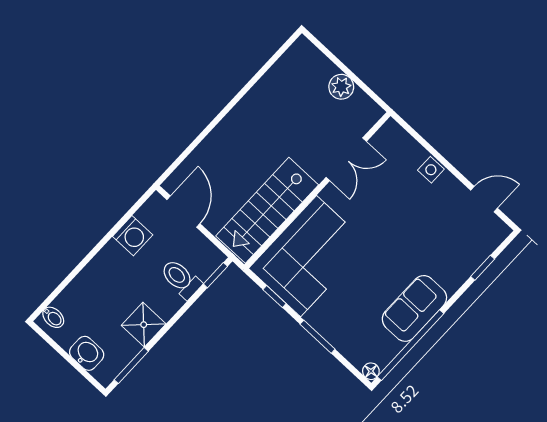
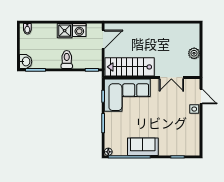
door: (484, 199) -> (201, 96), moved
toilet: (181, 279) -> (67, 59), moved
shower: (144, 325) -> (65, 31), moved
washbasin: (87, 353) -> (26, 62), moved

